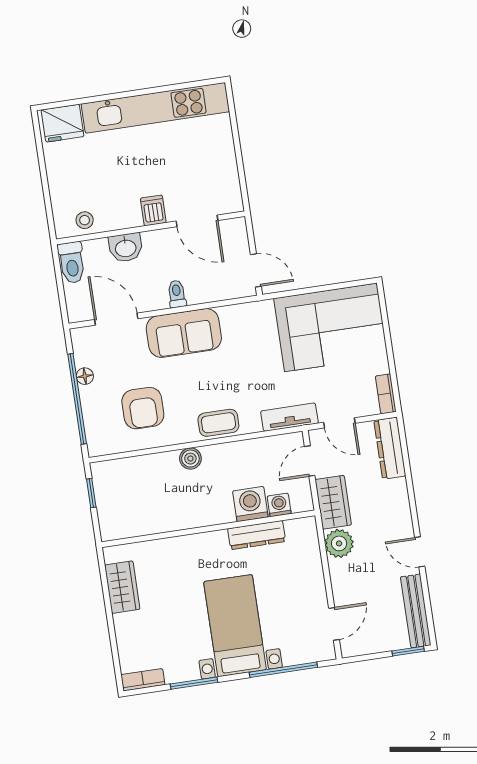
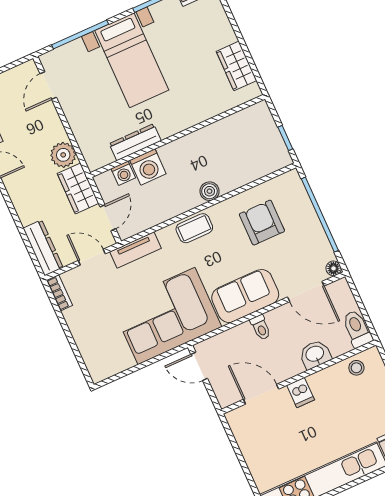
corner sofa: (331, 327) -> (167, 316), moved
floor lamp: (85, 376) -> (334, 268), moved

